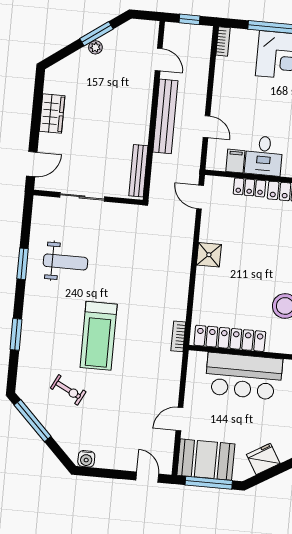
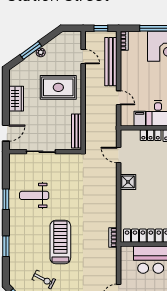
window: (96, 34) -> (31, 50), moved
rug: (117, 102) -> (58, 87), added
bench: (165, 116) -> (111, 62), moved
door: (200, 197) -> (119, 155), moved
weight bench: (66, 262) -> (34, 195), turned 180
treadmill: (99, 336) -> (60, 242), turned 180

